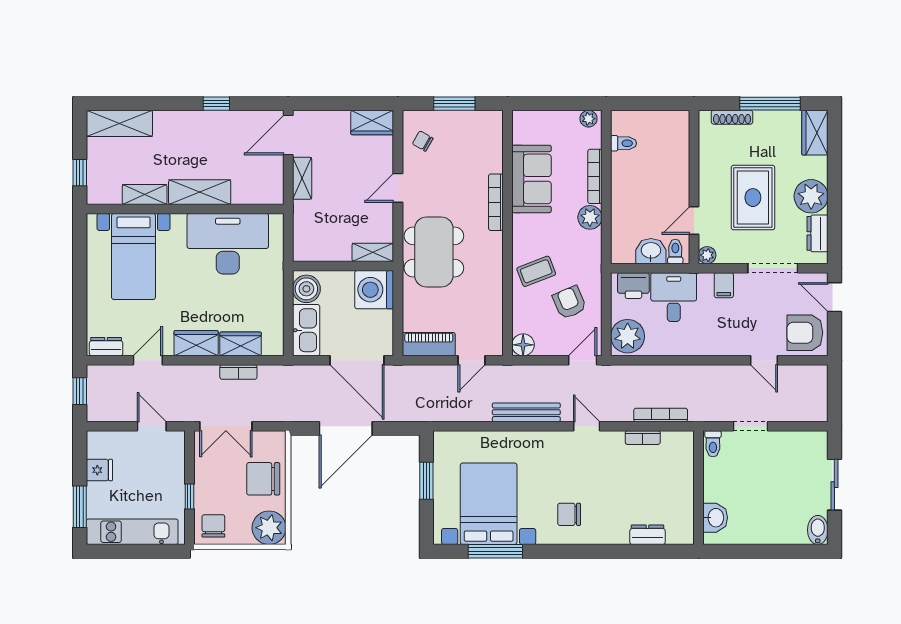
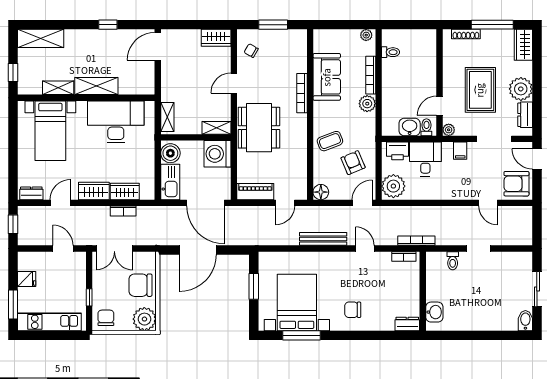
shelving: (302, 178) -> (167, 117), moved
wall: (698, 488) -> (423, 291), moved
washbasin: (715, 518) -> (434, 312), moved

